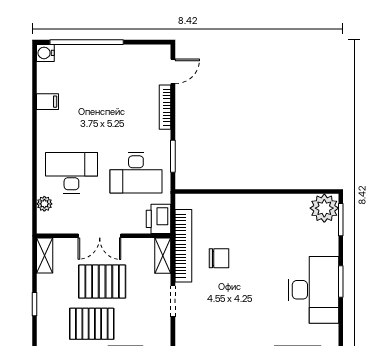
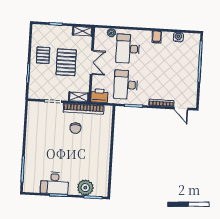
water cooler: (45, 53) -> (178, 37), moved
filing cabinet: (48, 102) -> (157, 37), moved
desk: (71, 173) -> (128, 49), turned 180
plant: (324, 208) -> (85, 188), moved
double door: (100, 236) -> (92, 62), swing flipped
desk: (313, 290) -> (55, 183), width x0.73, depth x0.77
pallet: (92, 324) -> (43, 55), width x0.67, depth x0.71

